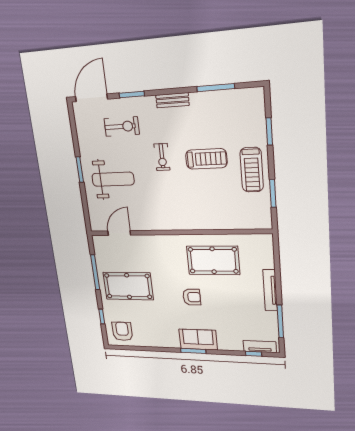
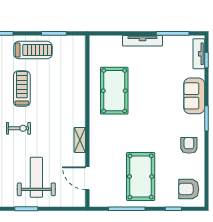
shelving: (157, 225) -> (80, 140), added
armchair: (192, 297) -> (189, 145), moved
sofa: (198, 339) -> (194, 96), moved

